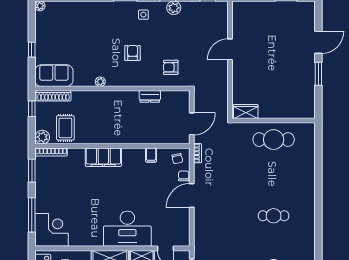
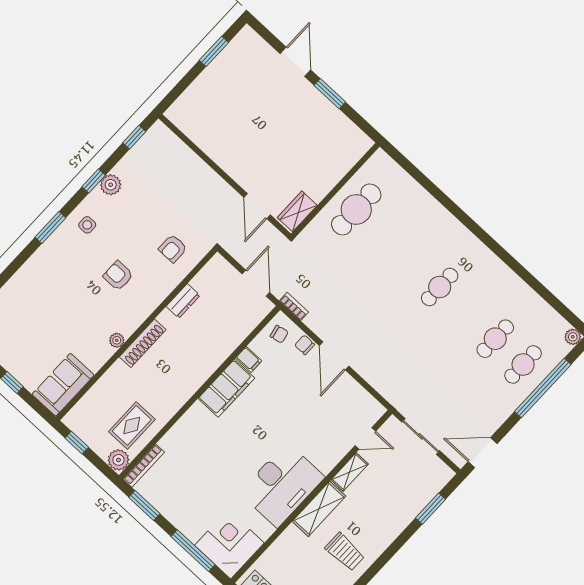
door: (230, 49) -> (257, 206), moved
shoe rack: (53, 96) -> (143, 343), moved
rug: (65, 128) -> (132, 425), turned 90
filing cabinet: (103, 157) -> (226, 388), moved
desk: (127, 229) -> (282, 485), moved

